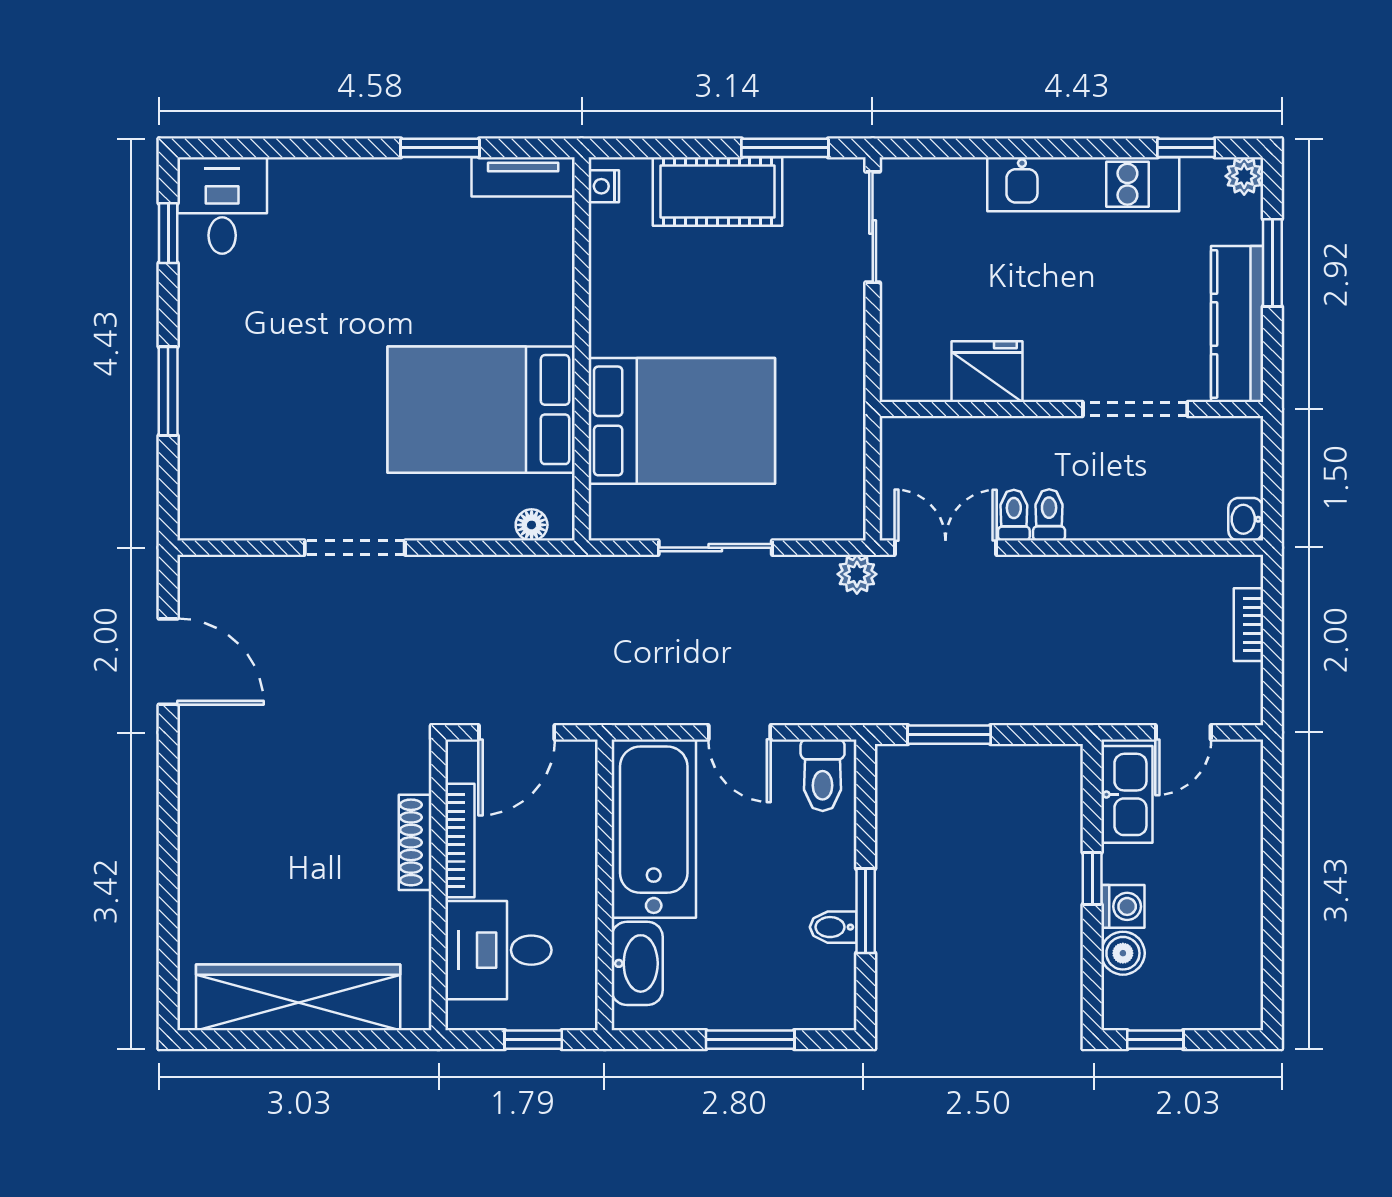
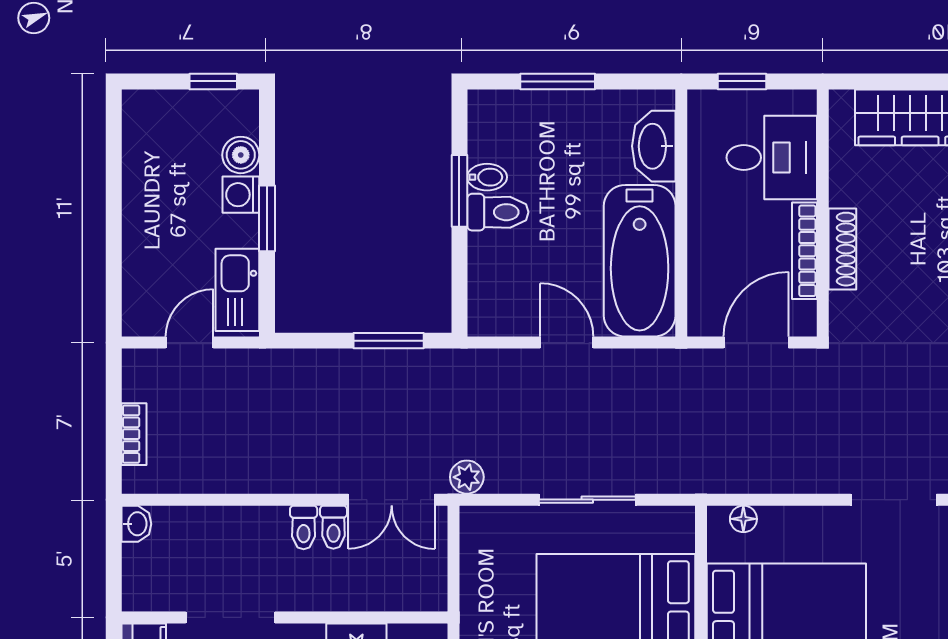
toilet: (823, 775) -> (498, 212), moved, turned 90
window: (1092, 879) -> (267, 218), width x1.50

